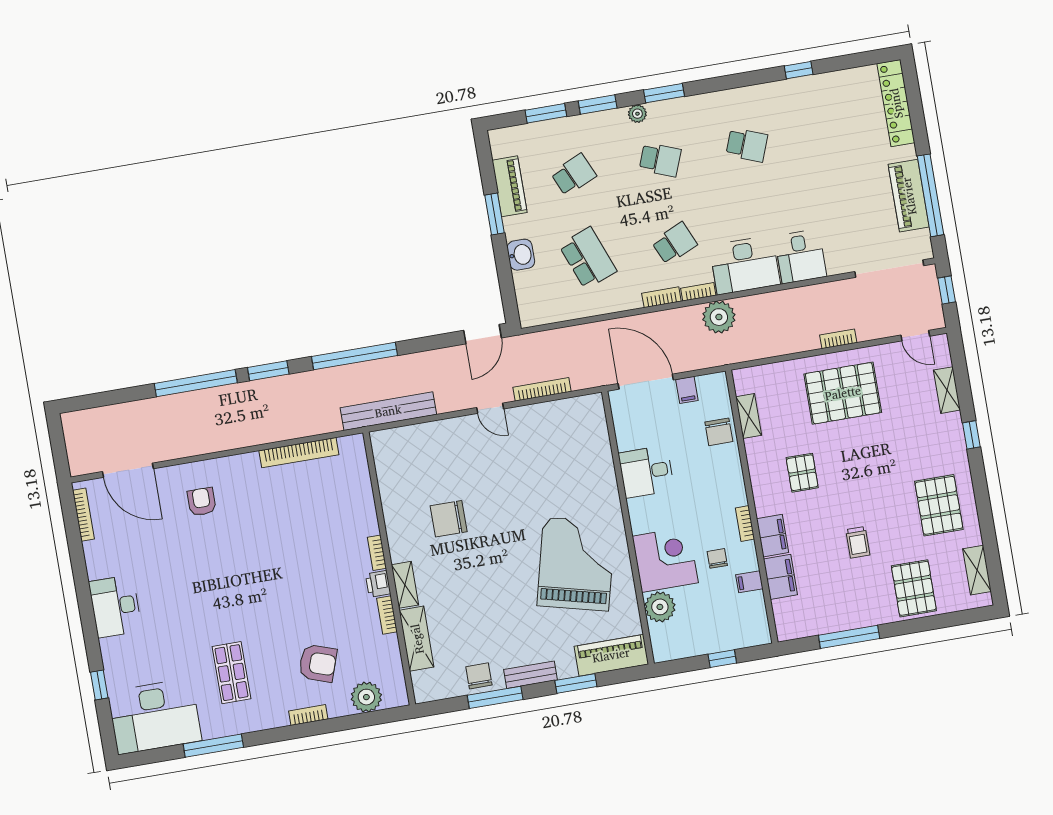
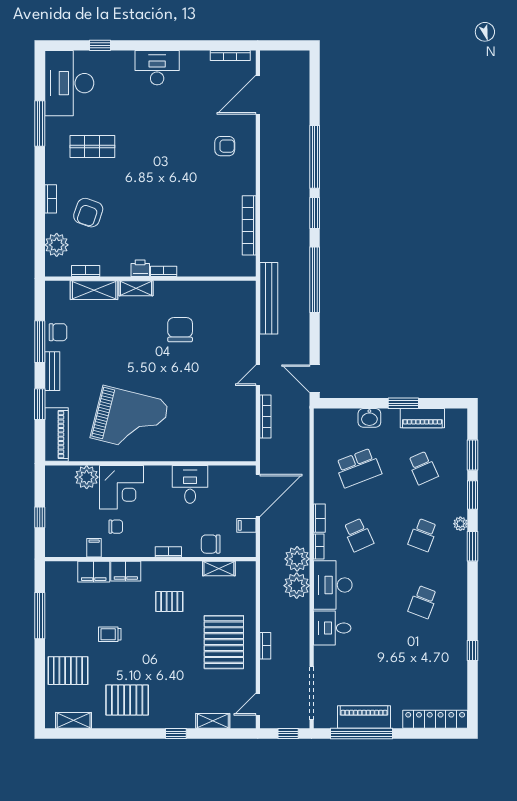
plant: (754, 312) -> (297, 586), added
bookcase: (745, 523) -> (168, 552), moved
bookcase: (387, 615) -> (86, 271), moved

